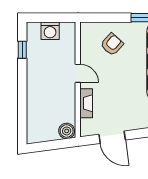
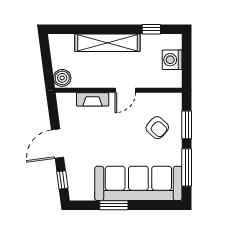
window: (109, 18) -> (187, 125), added
shelving: (35, 90) -> (107, 43), added
door: (112, 137) -> (57, 144), moved

